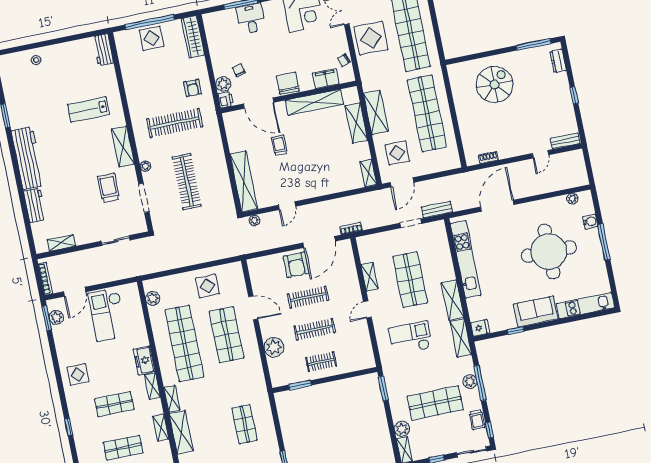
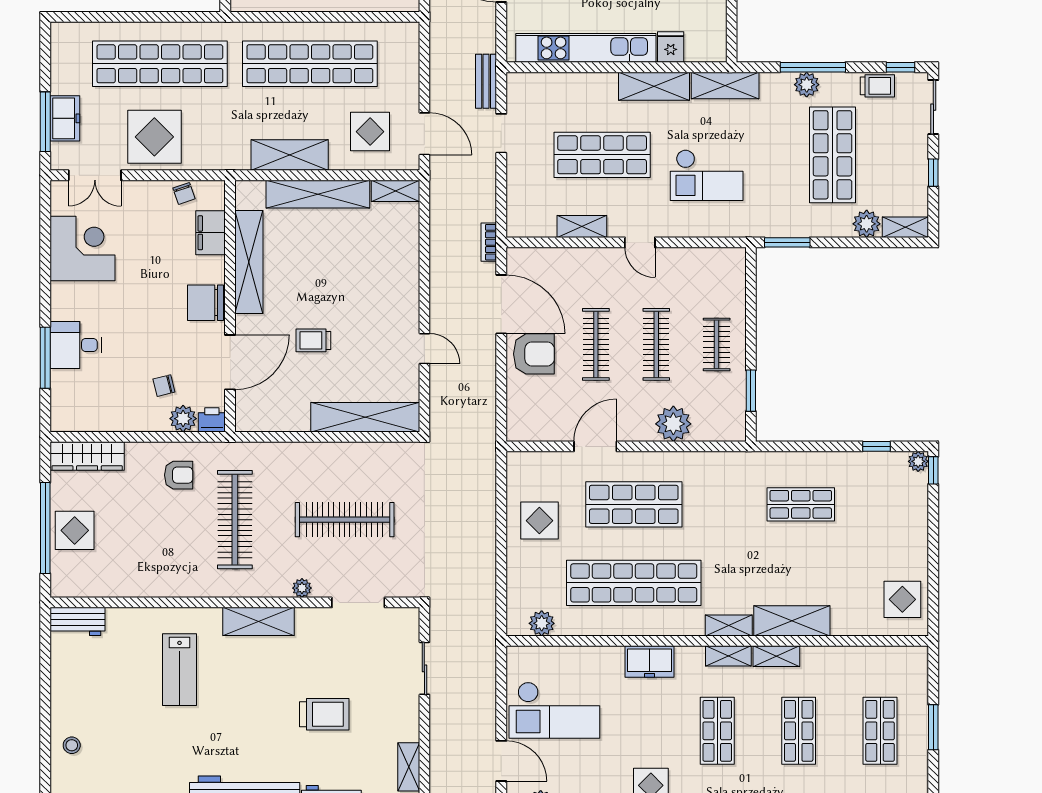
shelving: (356, 123) -> (318, 194), width x1.47
trolley: (109, 188) -> (324, 714), moved, turned 180
plant: (254, 220) -> (439, 412), removed
fridge: (480, 328) -> (671, 47), moved
checkout: (411, 338) -> (707, 175), turned -90
shelving: (152, 386) -> (728, 656), moved

